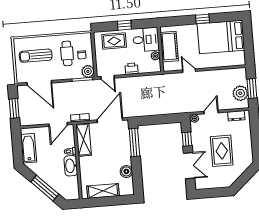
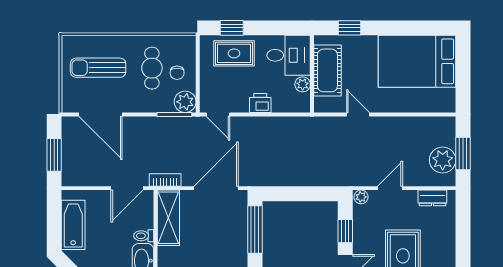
window: (202, 19) -> (350, 28), moved
window: (124, 25) -> (232, 28), moved

